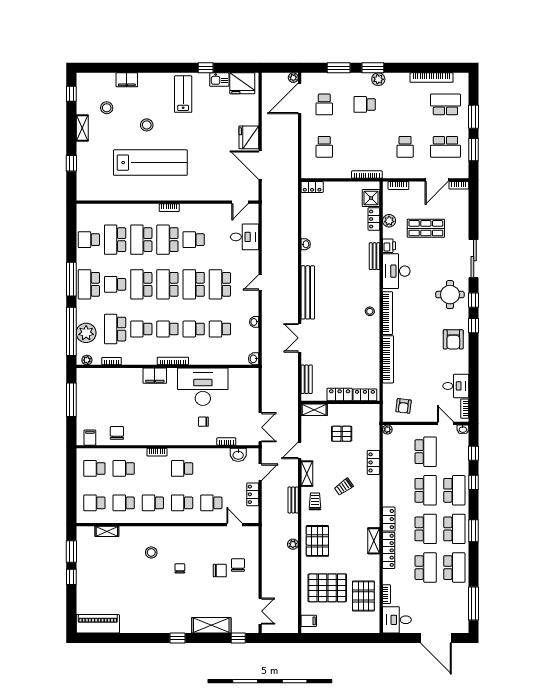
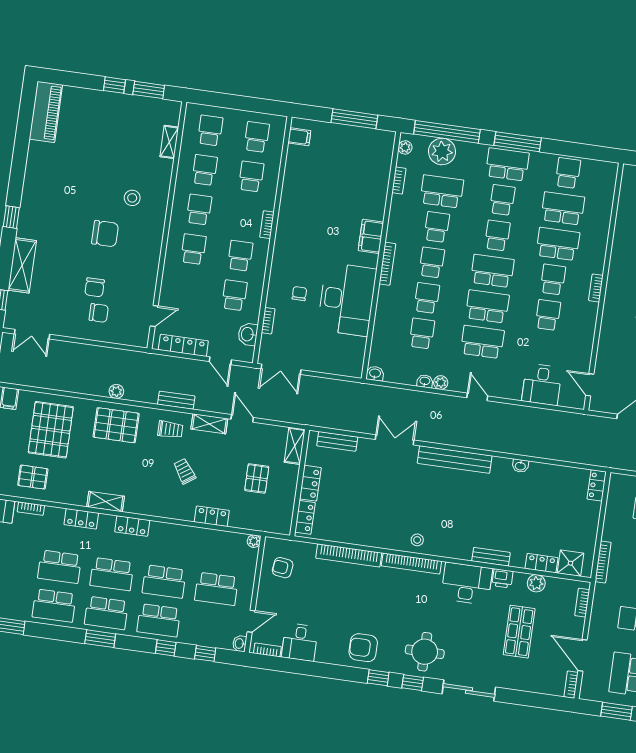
school desk: (167, 240) -> (553, 279), width x0.54
school desk: (141, 284) -> (497, 235), width x0.54
plant: (254, 310) -> (441, 383), added
chair: (117, 433) -> (301, 174), removed
locker: (253, 494) -> (183, 345), width x1.53
school desk: (211, 503) -> (235, 295), moved
locker: (389, 550) -> (81, 519), width x0.66
chair: (180, 568) -> (105, 234), width x1.87, depth x1.87
pallet: (363, 596) -> (33, 477), width x0.67, depth x0.71

